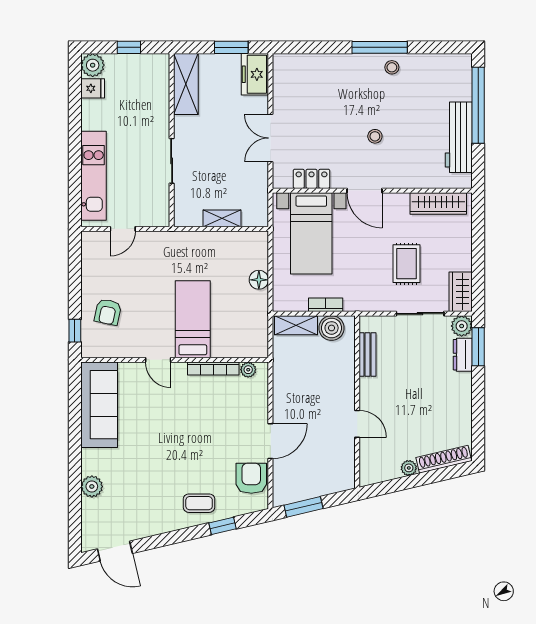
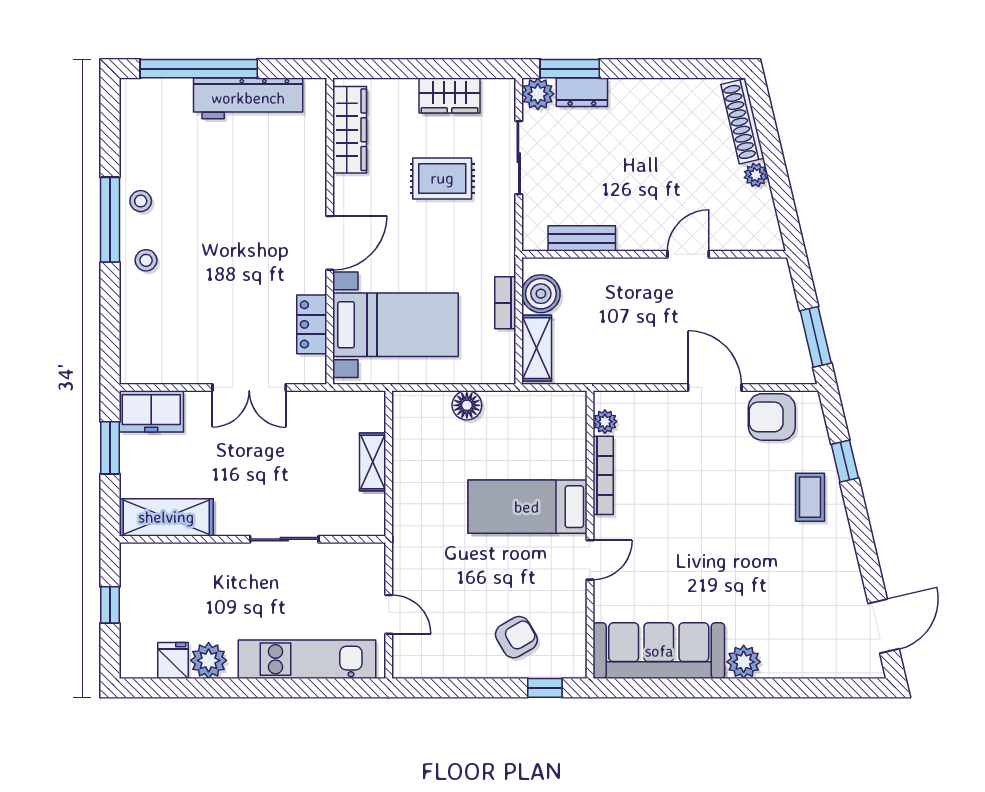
plant: (93, 65) -> (209, 660), moved
stool: (375, 136) -> (146, 260), moved
wardrobe: (461, 292) -> (450, 95), moved
armchair: (108, 312) -> (516, 637), turned -42
plant: (92, 486) -> (744, 662), moved

